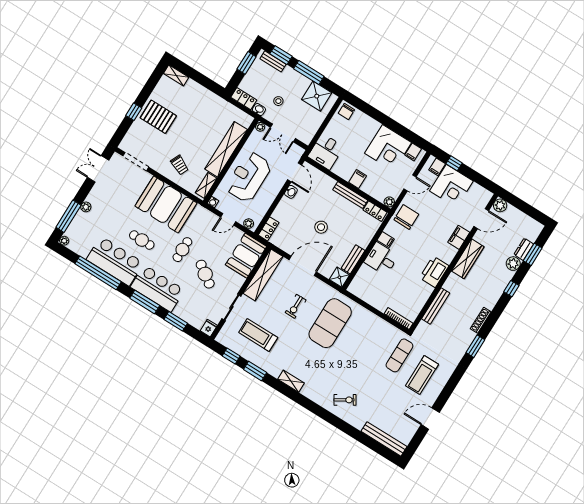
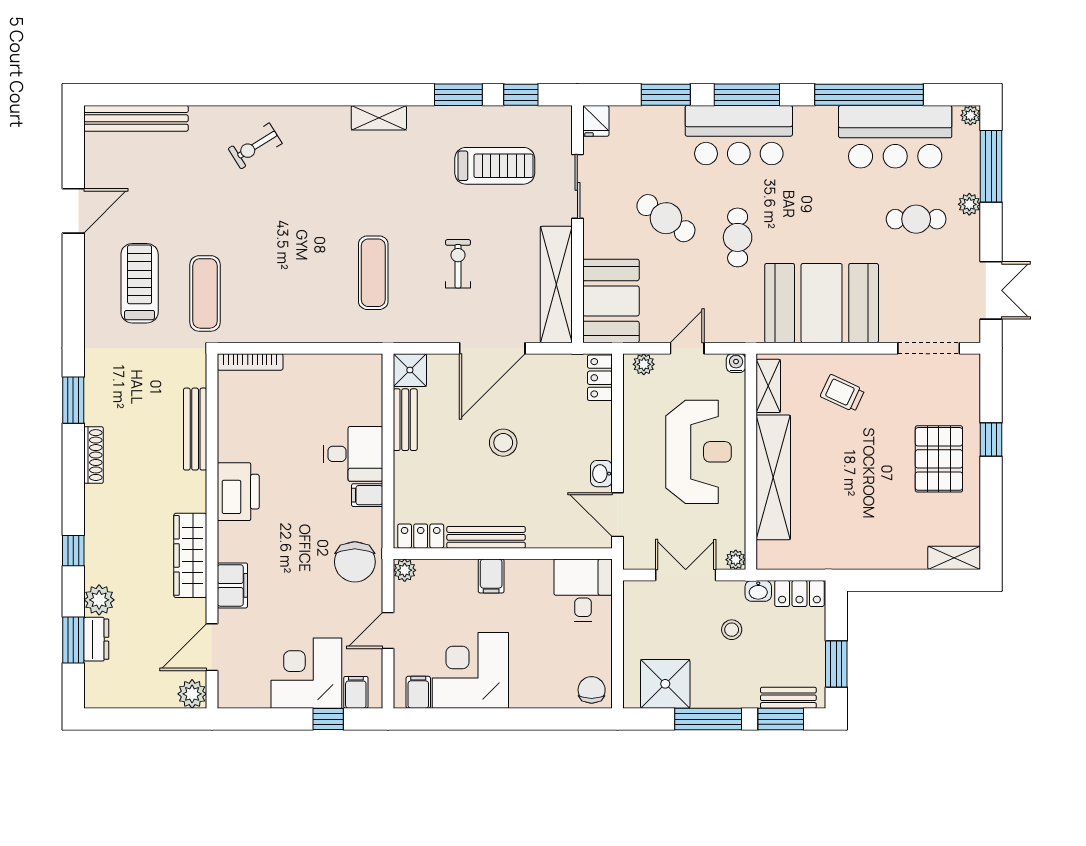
pallet: (158, 117) -> (939, 459), turned 90
cafe table: (142, 240) -> (916, 219), moved
bar counter: (115, 261) -> (895, 137), moved
exercise mat: (330, 323) -> (373, 273), width x0.50, depth x0.69

